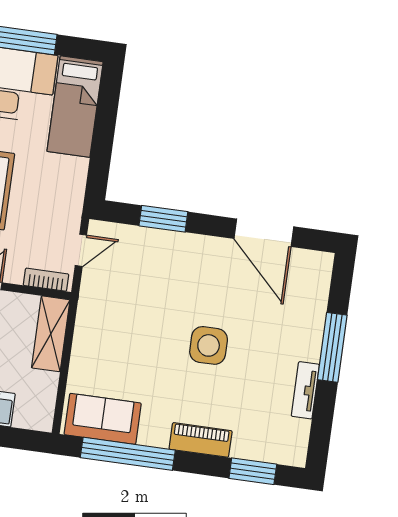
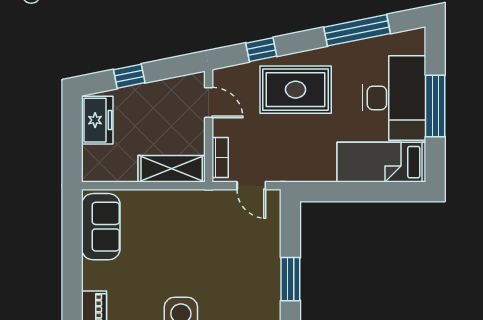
window: (163, 219) -> (290, 279), moved
window: (128, 454) -> (72, 254), removed

